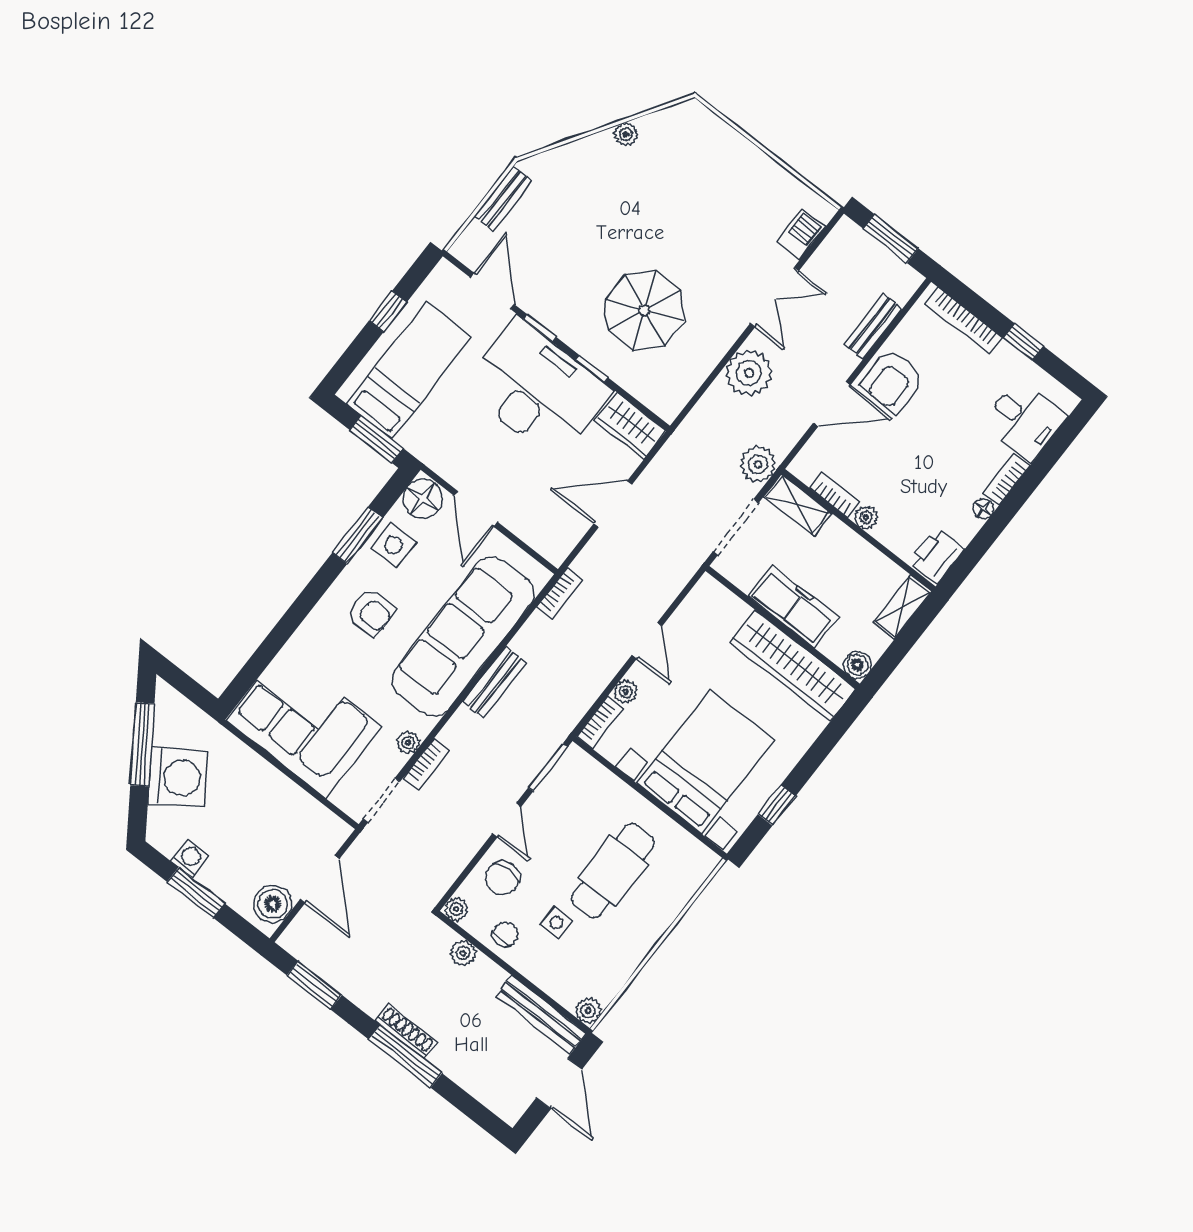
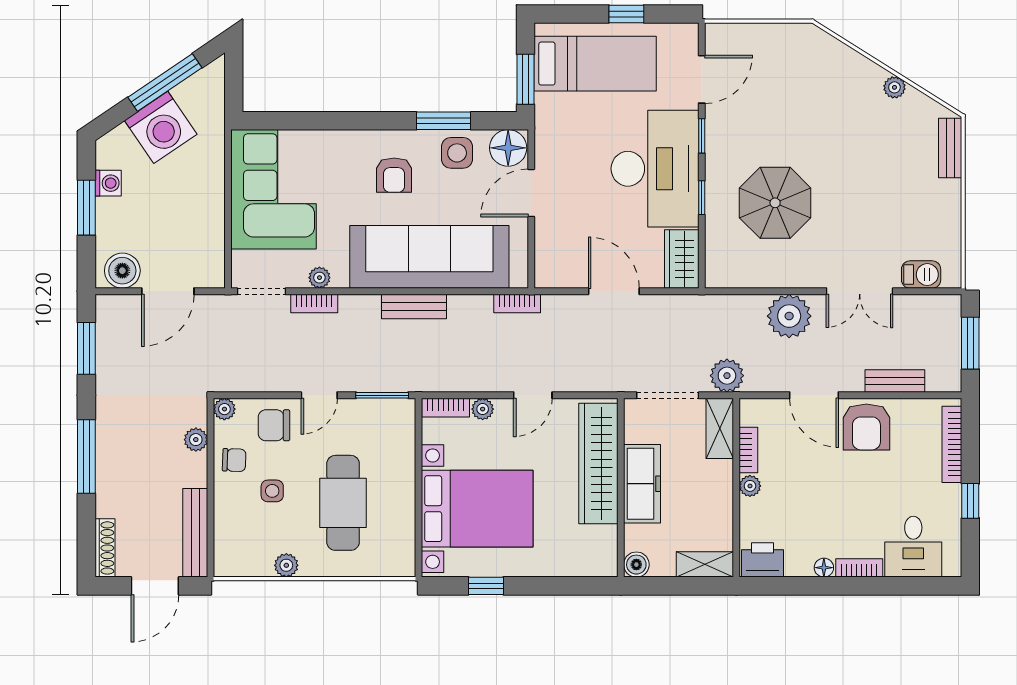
bench: (503, 198) -> (950, 148), moved, turned 90
armchair: (893, 381) -> (866, 427), turned -90
wardrobe: (792, 665) -> (598, 463), moved
cafe table: (613, 871) -> (343, 503), turned 90
plant: (588, 1011) -> (286, 565), moved
shoe rack: (406, 1031) -> (105, 548), moved

